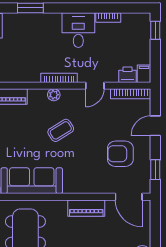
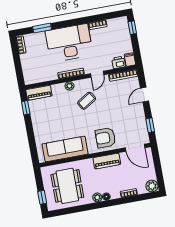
desk: (78, 30) -> (69, 43), width x1.87, depth x1.30
coffee table: (61, 130) -> (87, 101), moved
armchair: (120, 154) -> (105, 138), moved

